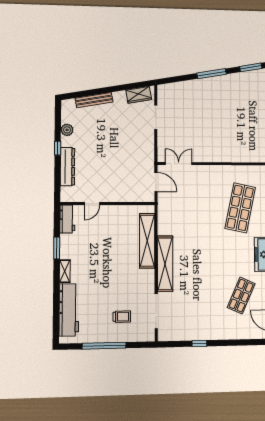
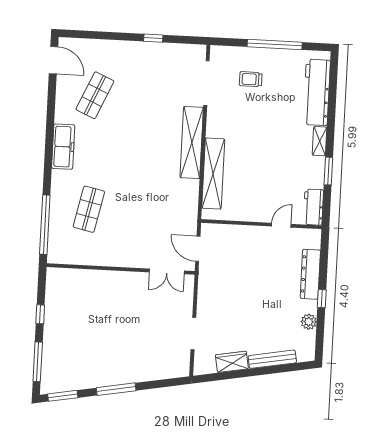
wardrobe: (139, 95) -> (232, 362), moved
shop shelf: (240, 208) -> (89, 209), width x0.70, depth x0.74

